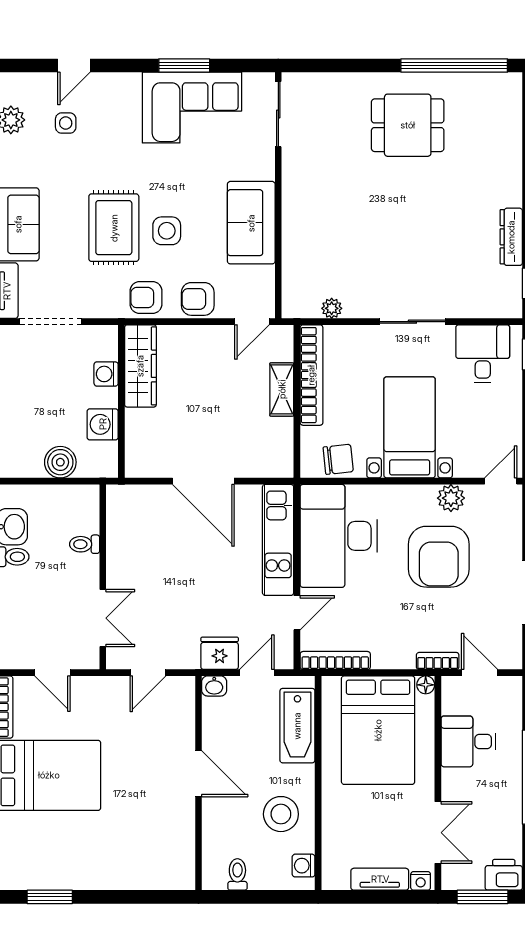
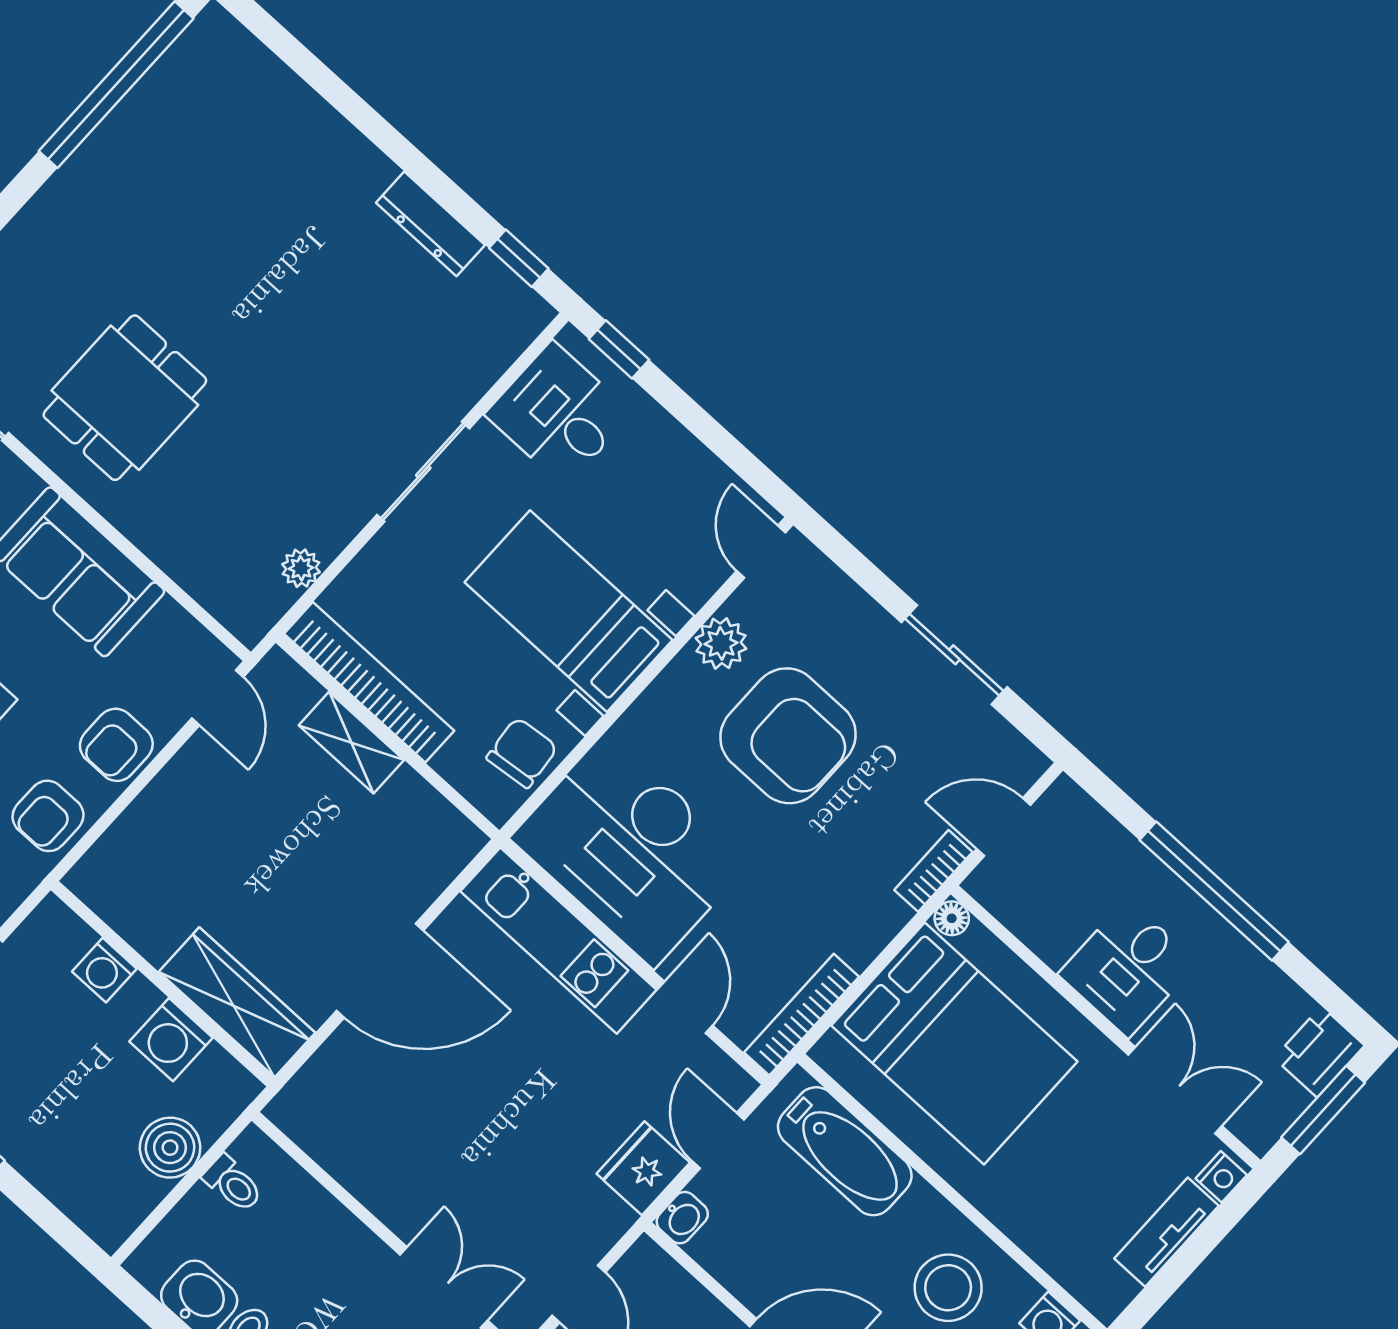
dining table: (408, 125) -> (125, 398), moved
wardrobe: (140, 366) -> (237, 1002), moved
toilet: (85, 544) -> (233, 1184), moved, turned -90
desk: (468, 741) -> (1128, 968), moved

